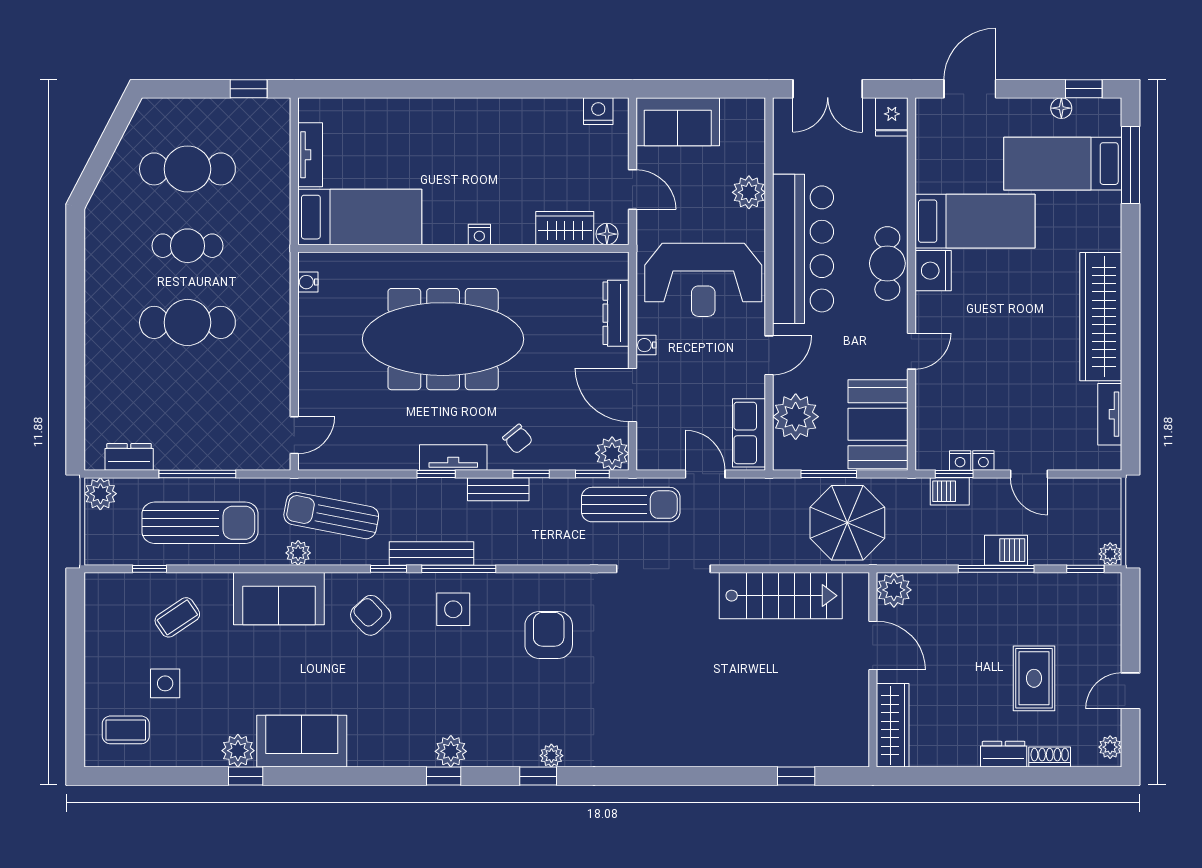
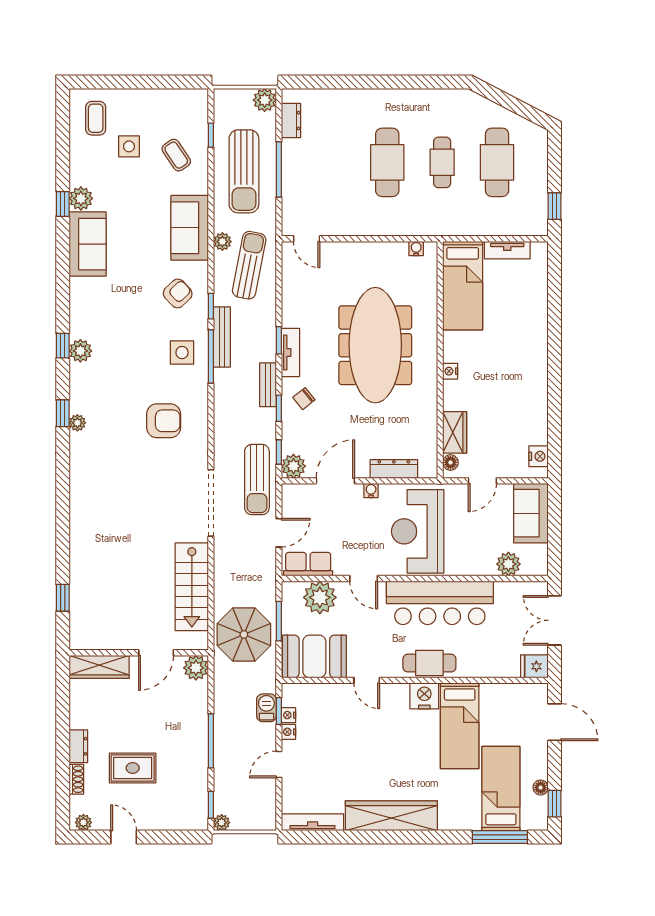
plant: (749, 192) -> (508, 564), moved
tv unit: (1110, 414) -> (313, 822), width x1.41
barbecue: (1006, 550) -> (224, 748), removed

